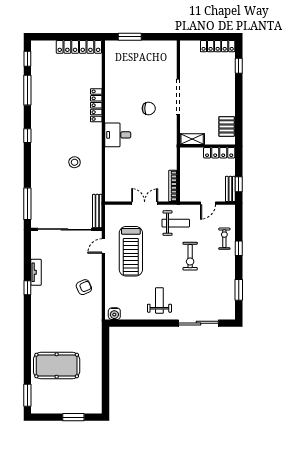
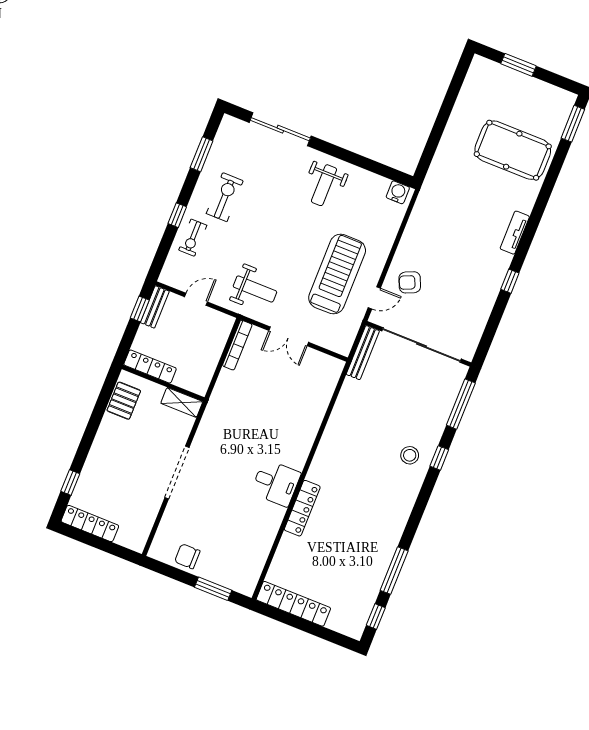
chair: (149, 108) -> (187, 556), moved
desk: (118, 135) -> (276, 483), moved
window: (27, 136) -> (439, 458), moved
stool: (75, 162) -> (410, 455), moved
weight bench: (176, 223) -> (255, 289), turned 180
exercise bike: (190, 256) -> (225, 197), moved
tv unit: (36, 272) -> (515, 233), moved
armchair: (84, 287) -> (410, 282), moved

